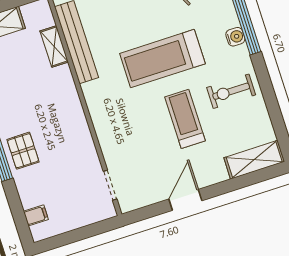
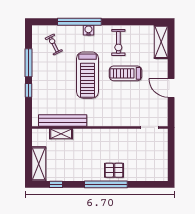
filing cabinet: (36, 215) -> (153, 175), removed

